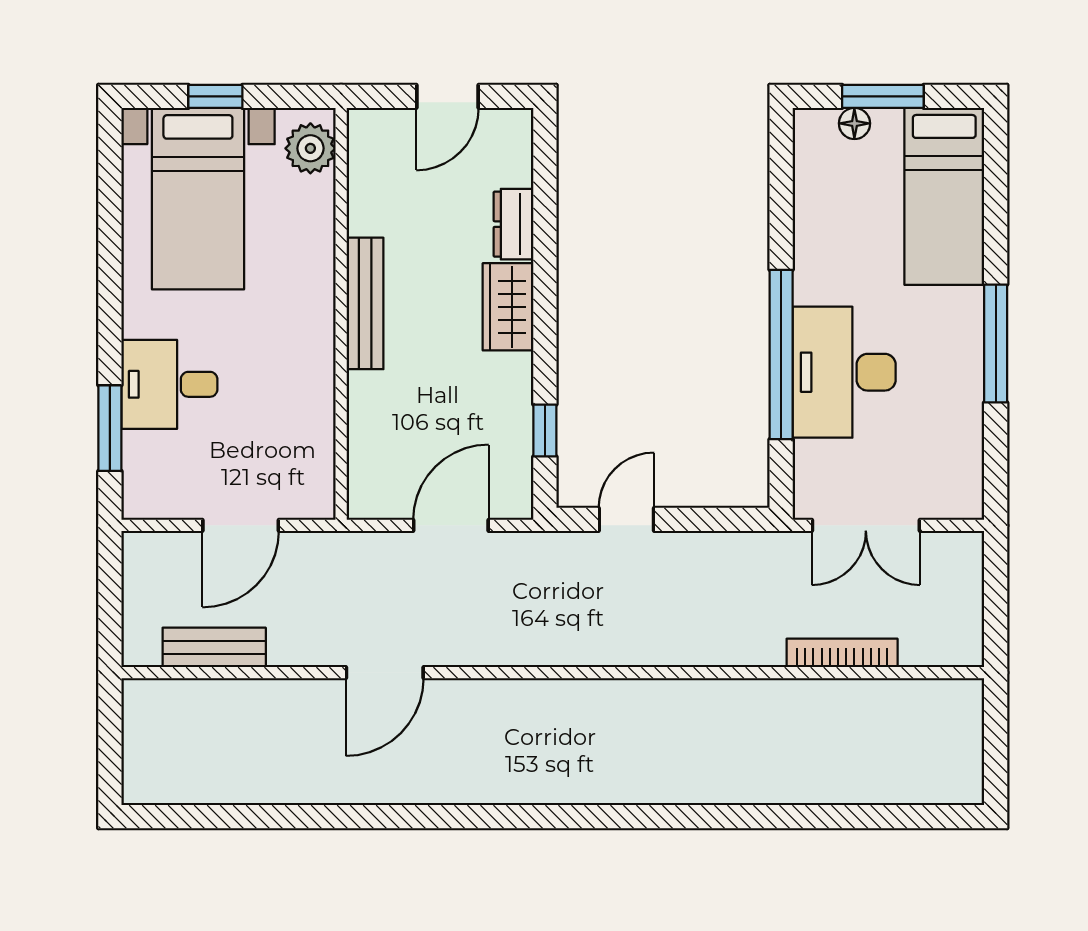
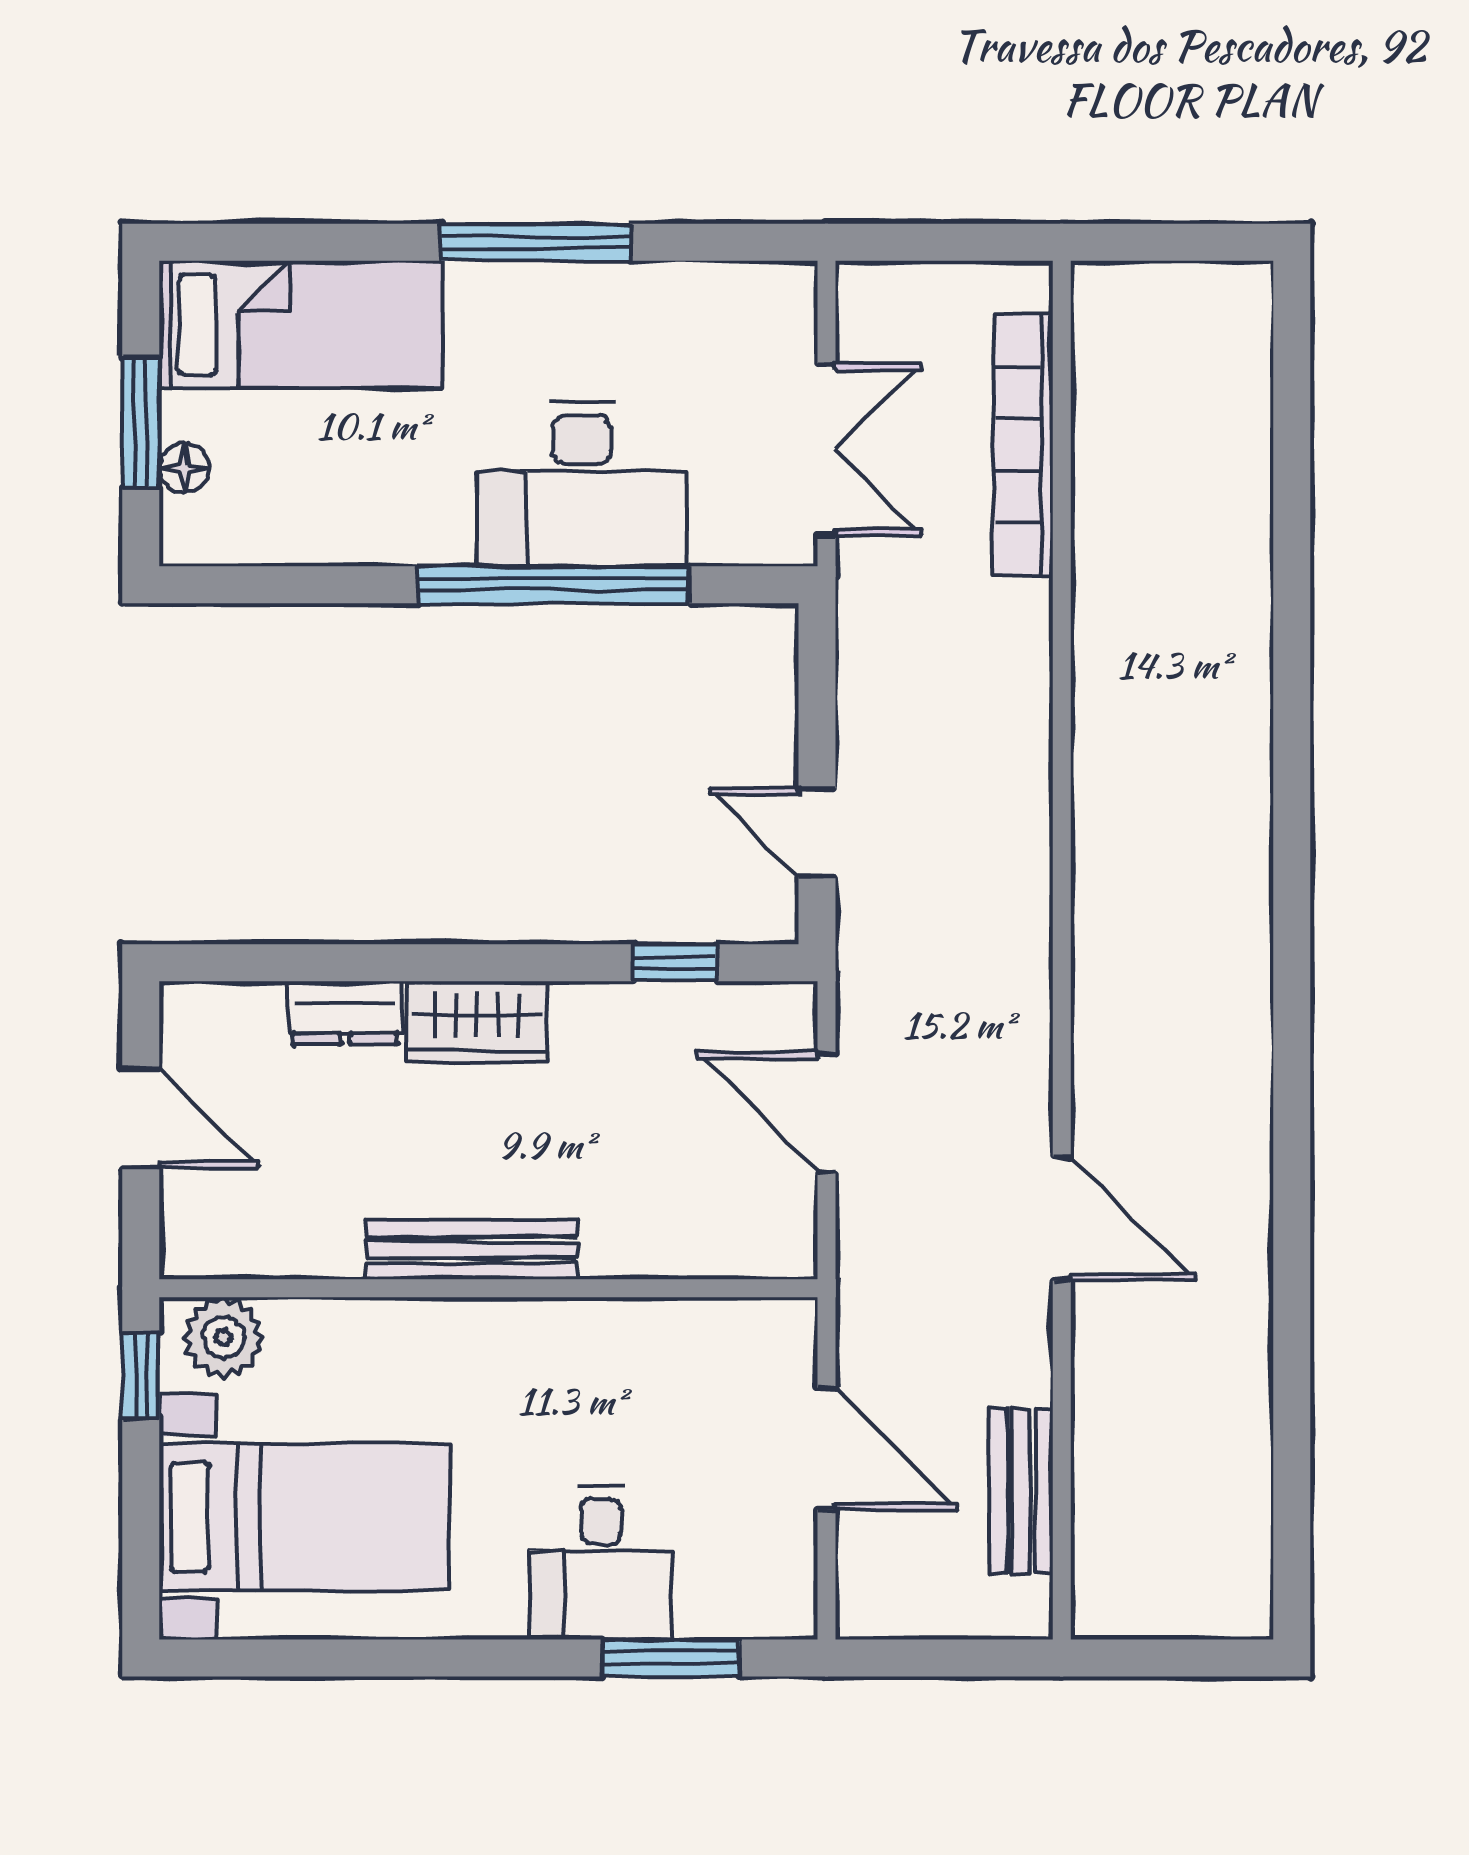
window: (215, 96) -> (141, 1376), moved
bookcase: (842, 653) -> (1023, 445), width x1.48, depth x1.31

